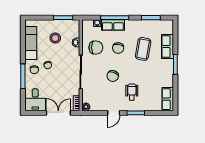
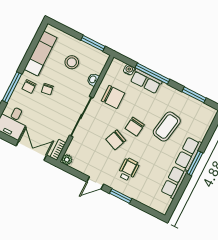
row of seats: (167, 47) -> (188, 153), moved
chair: (118, 48) -> (135, 127), moved
row of seats: (168, 99) -> (174, 182), moved

